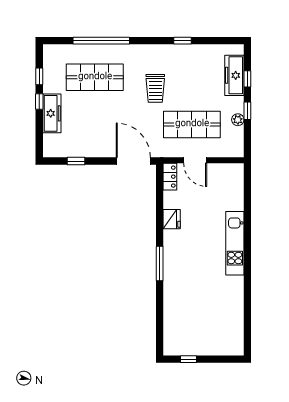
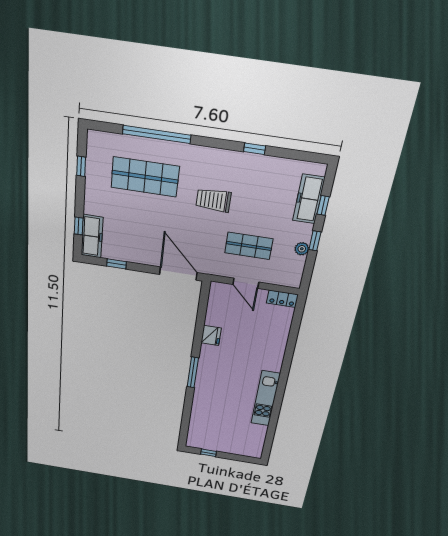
trolley: (155, 88) -> (213, 200), turned 90
window: (39, 101) -> (79, 226), moved
freezer: (52, 113) -> (92, 236), moved
shop shelf: (192, 124) -> (249, 246), width x0.70, depth x0.74
locker: (170, 177) -> (282, 299), moved, turned 90
kitchen unit: (235, 243) -> (266, 399), moved

